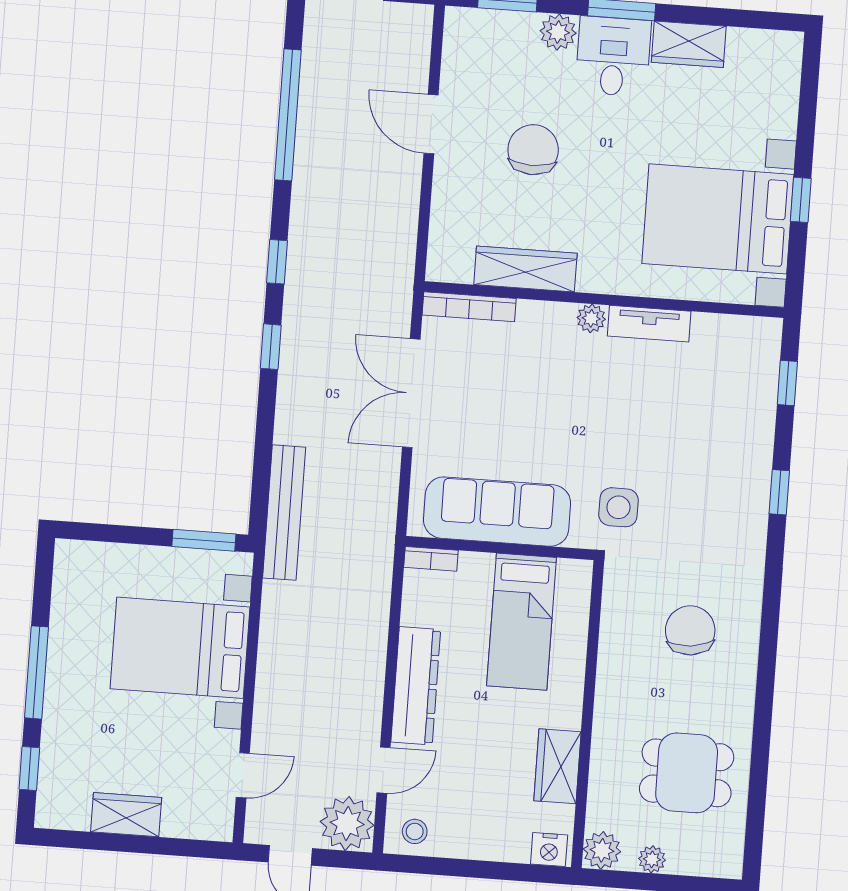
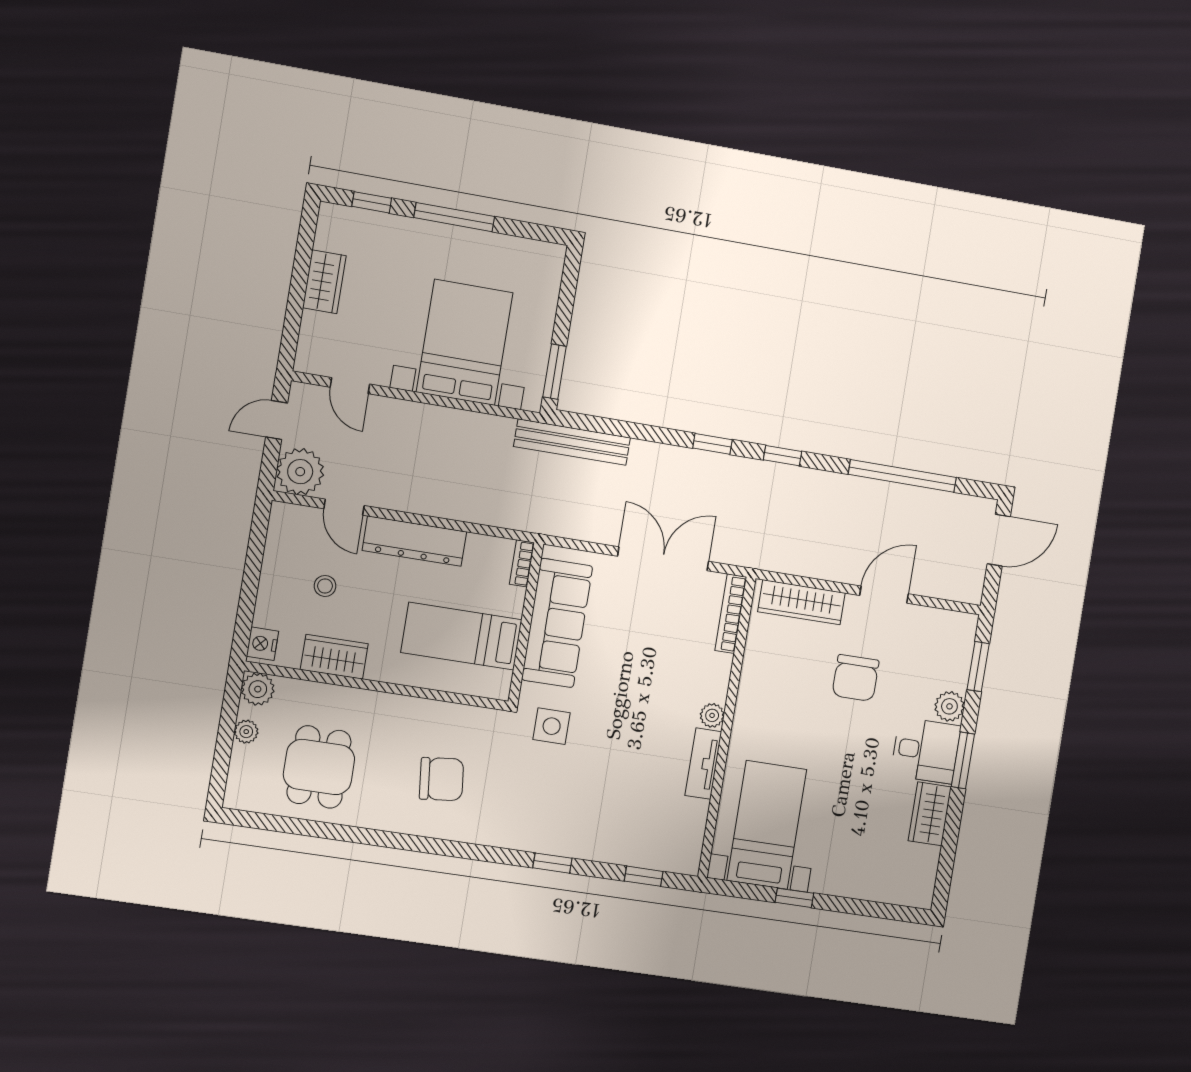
chair: (533, 150) -> (856, 678), turned 90
bed with nightstands: (718, 219) -> (767, 825), width x0.73
wardrobe: (525, 269) -> (801, 602), moved, turned 90
stool: (415, 831) -> (325, 586), moved

